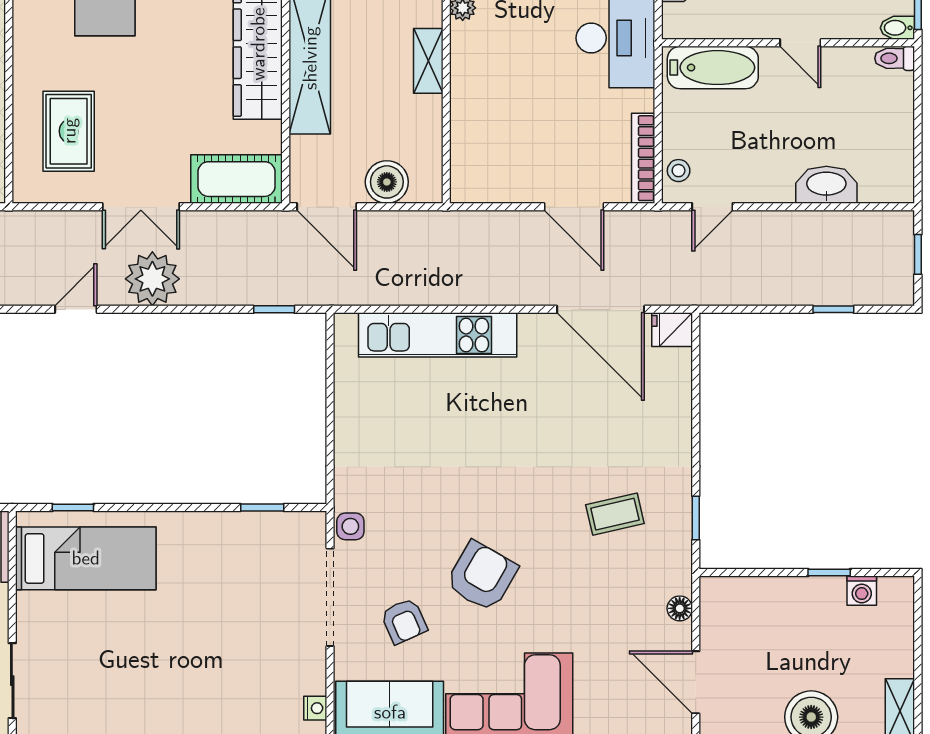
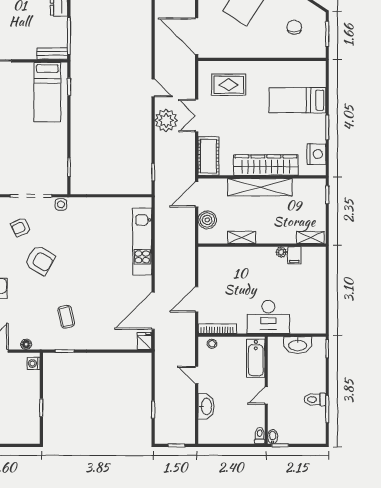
shelving: (428, 61) -> (242, 237), moved
door: (712, 207) -> (197, 375), moved
washing machine: (862, 591) -> (34, 363), moved

